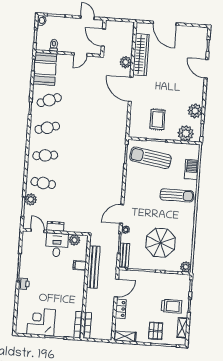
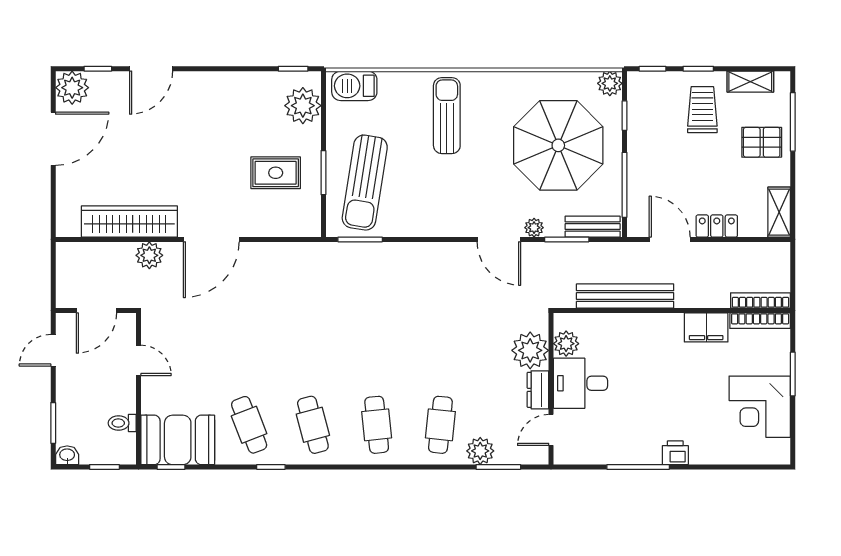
door: (165, 23) -> (53, 139), moved
plant: (195, 111) -> (72, 88), moved
barbecue: (192, 169) -> (354, 86), moved
plant: (73, 224) -> (530, 350), added
parasol: (161, 243) -> (558, 145), width x1.36, depth x1.36
filing cabinet: (80, 265) -> (706, 327), moved, width x2.00

